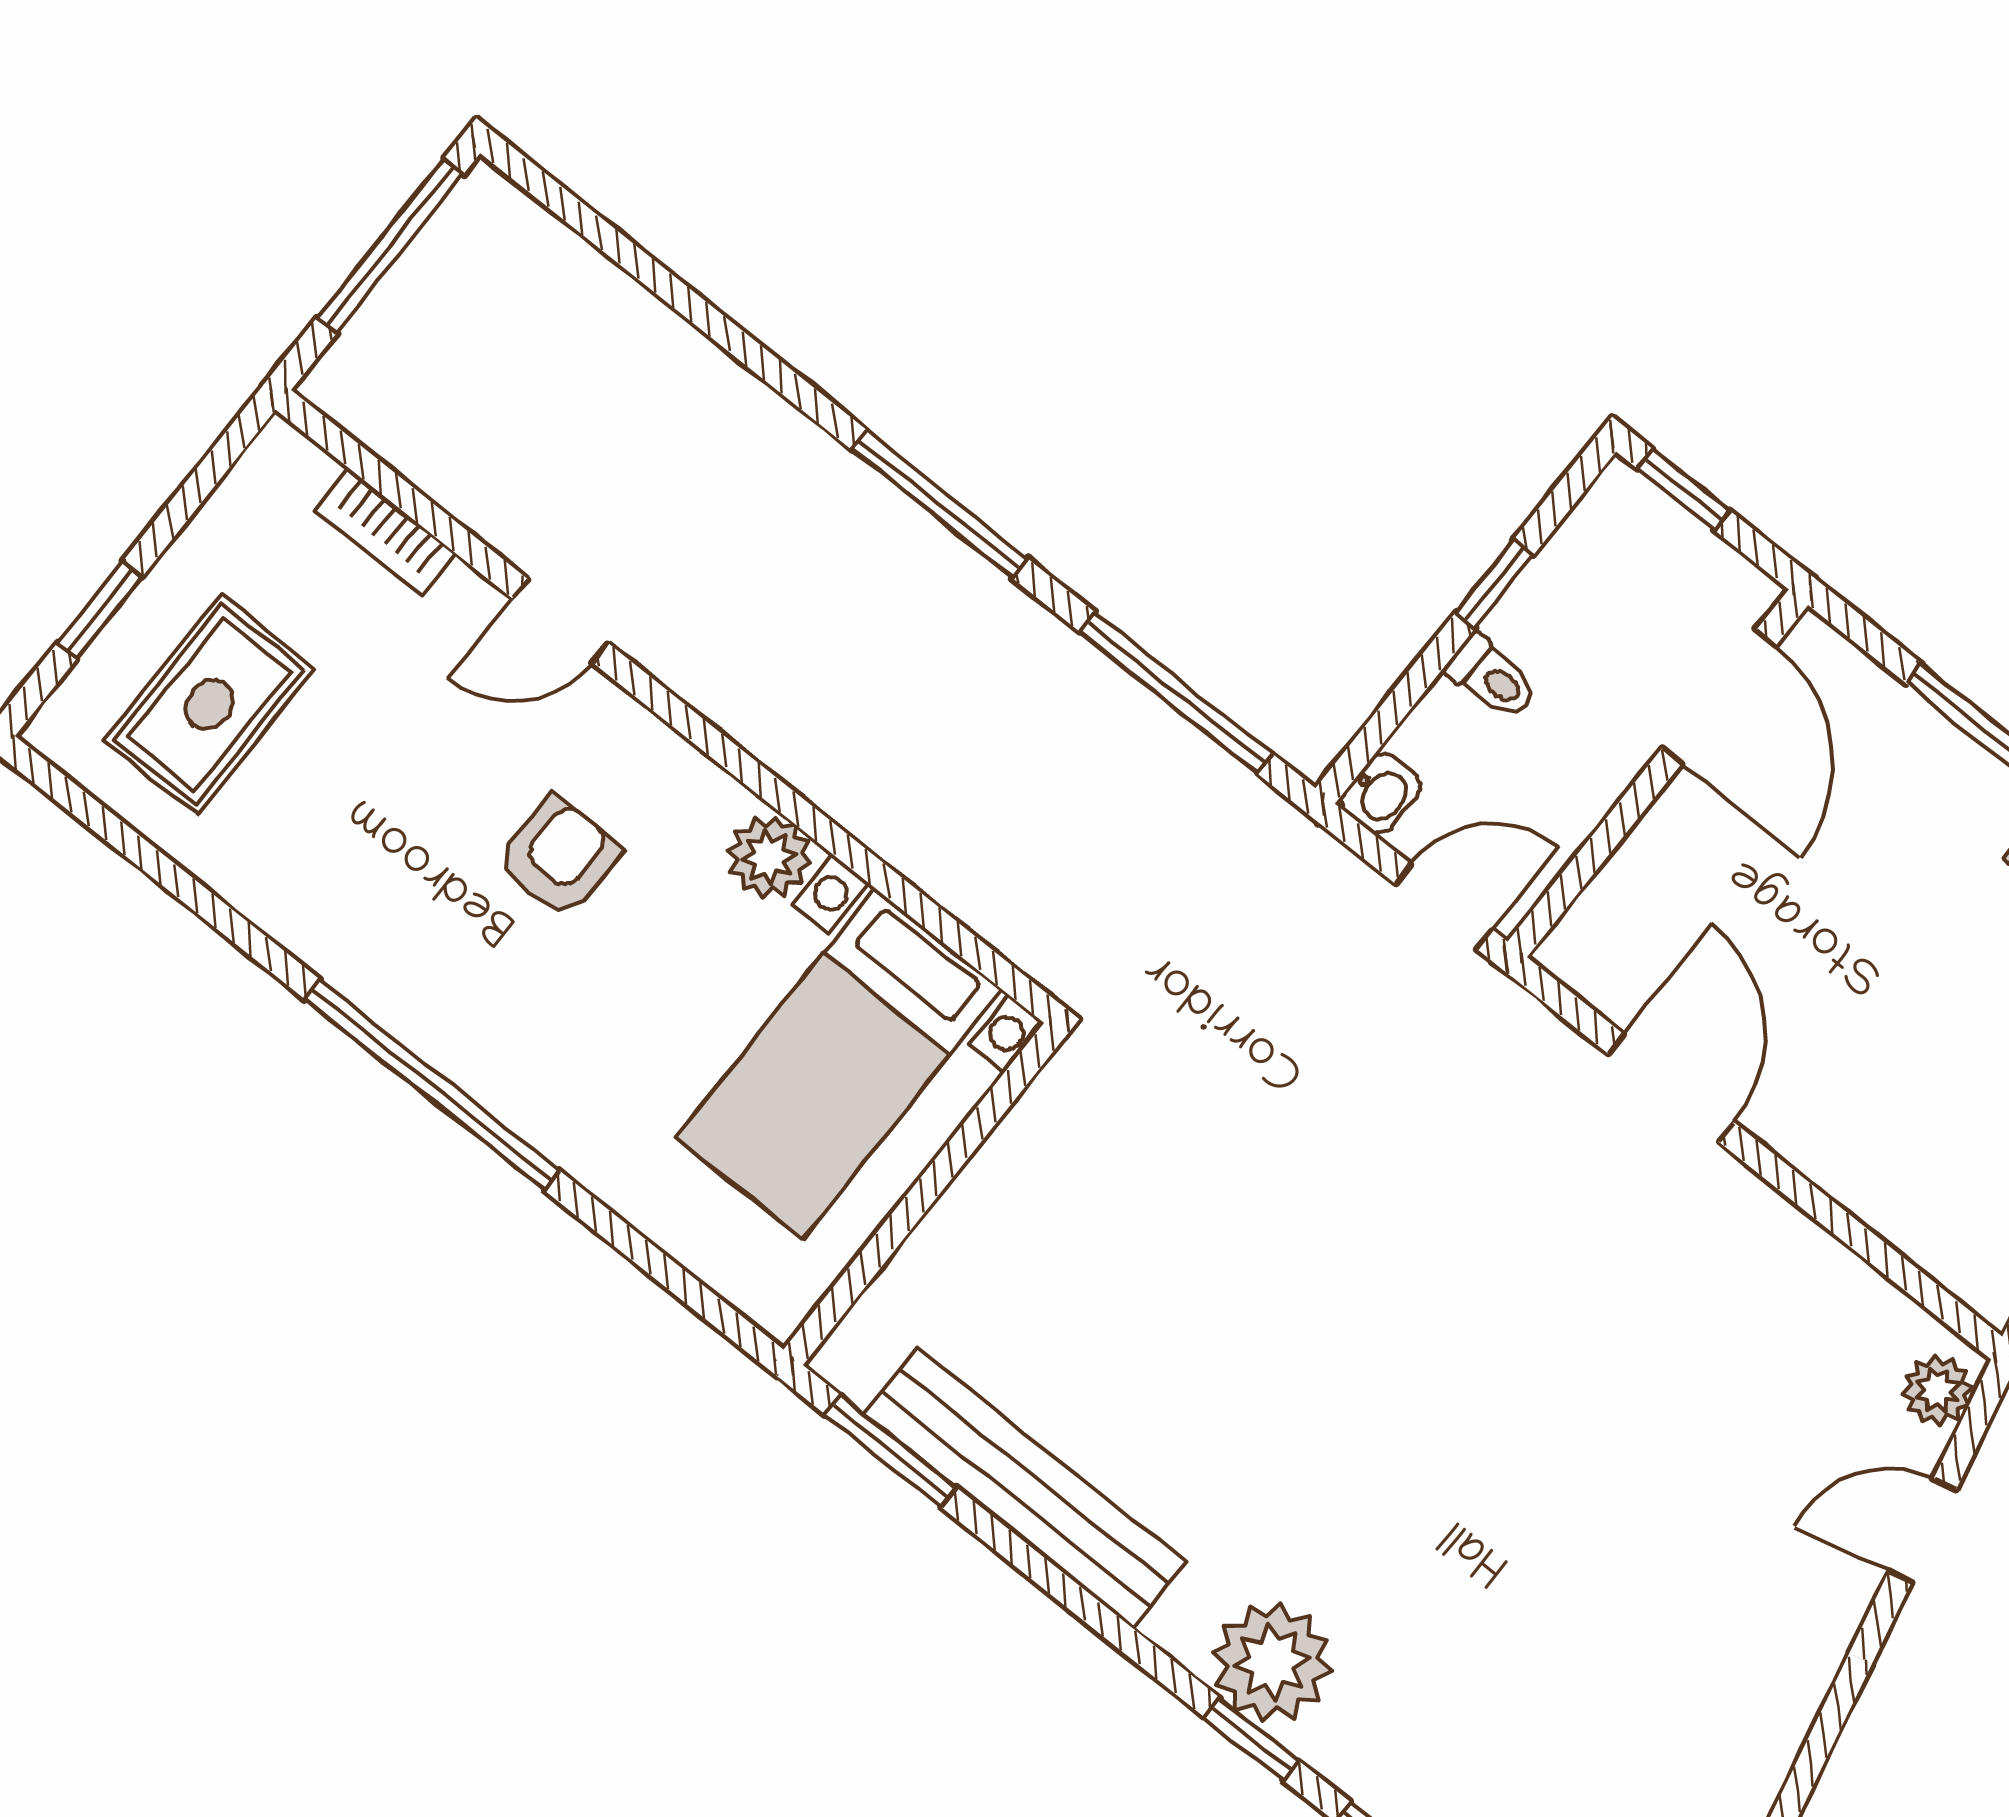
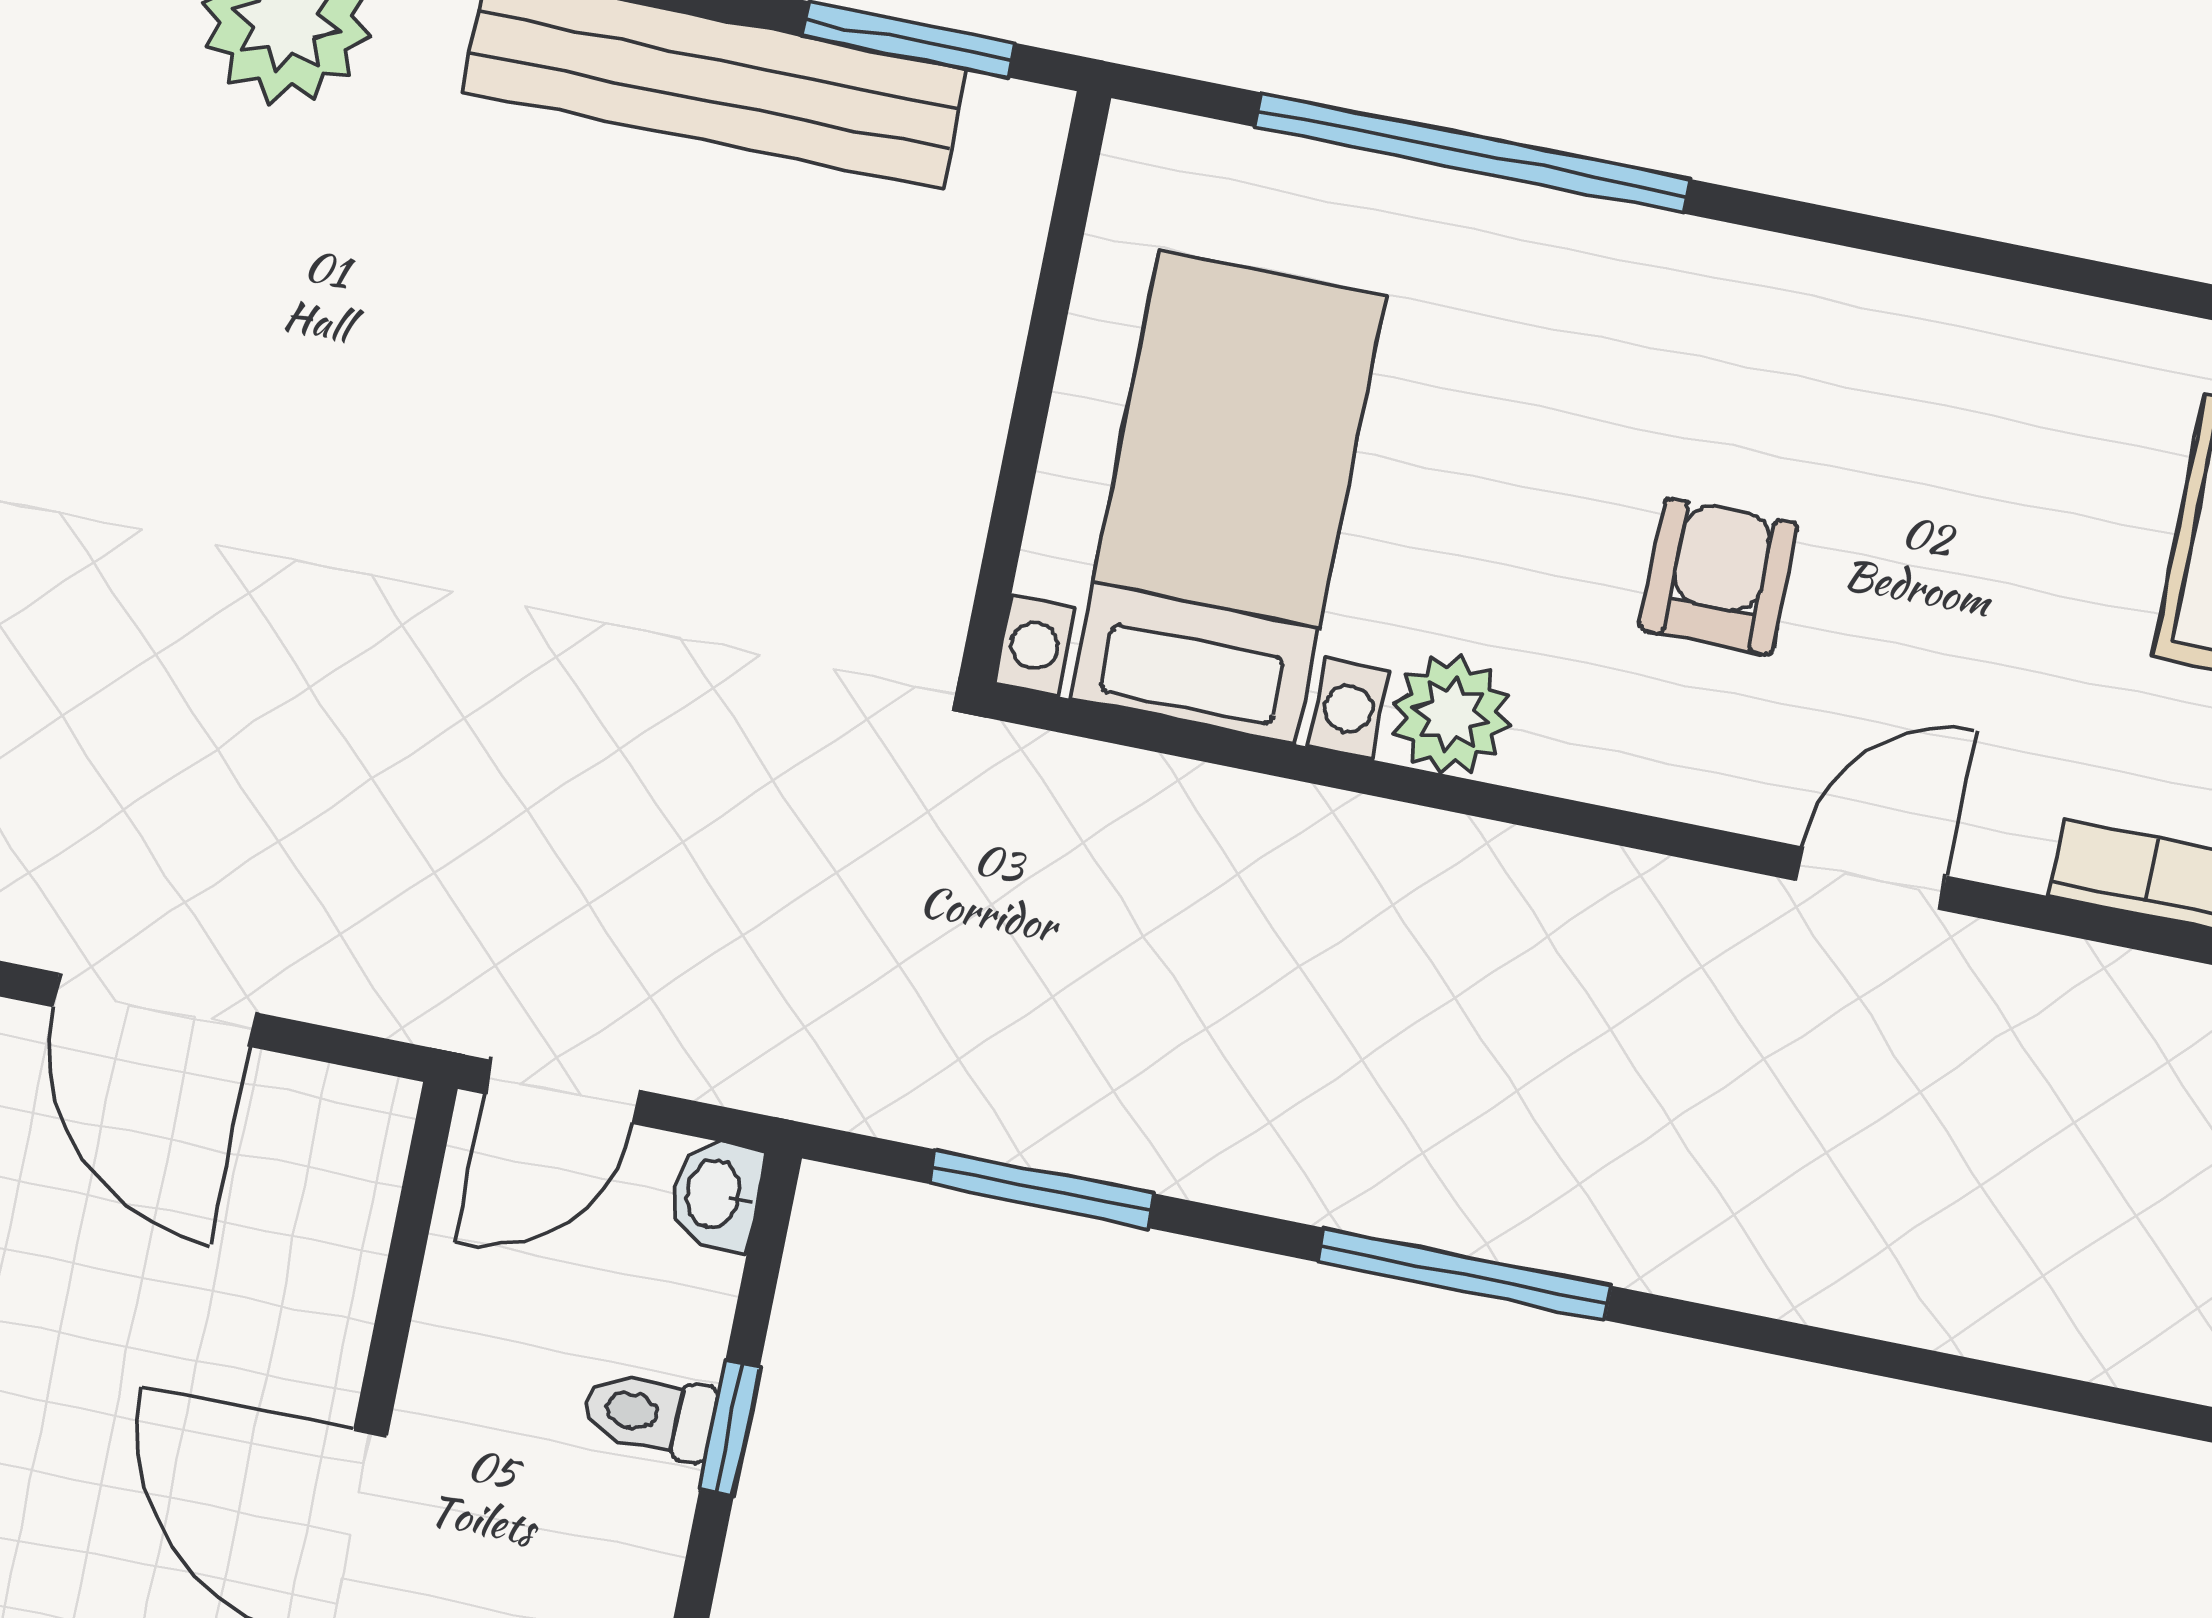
window: (1494, 584) -> (730, 1428), moved
window: (1176, 693) -> (1041, 1189), width x0.69
armchair: (558, 857) -> (1719, 577), turned 180
window: (432, 1085) -> (1472, 153), moved

